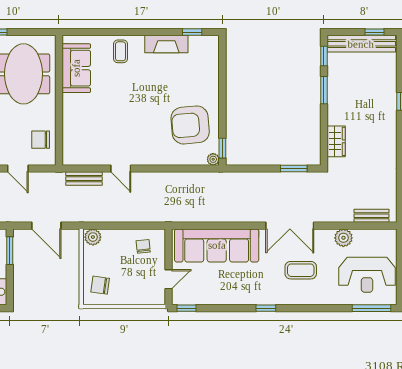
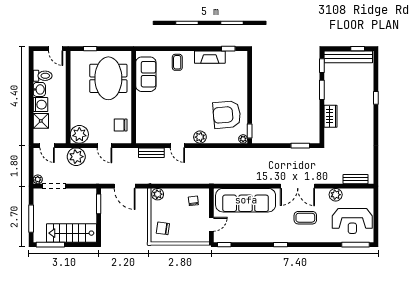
wardrobe: (336, 141) -> (330, 116), moved
plant: (152, 157) -> (200, 137), added

